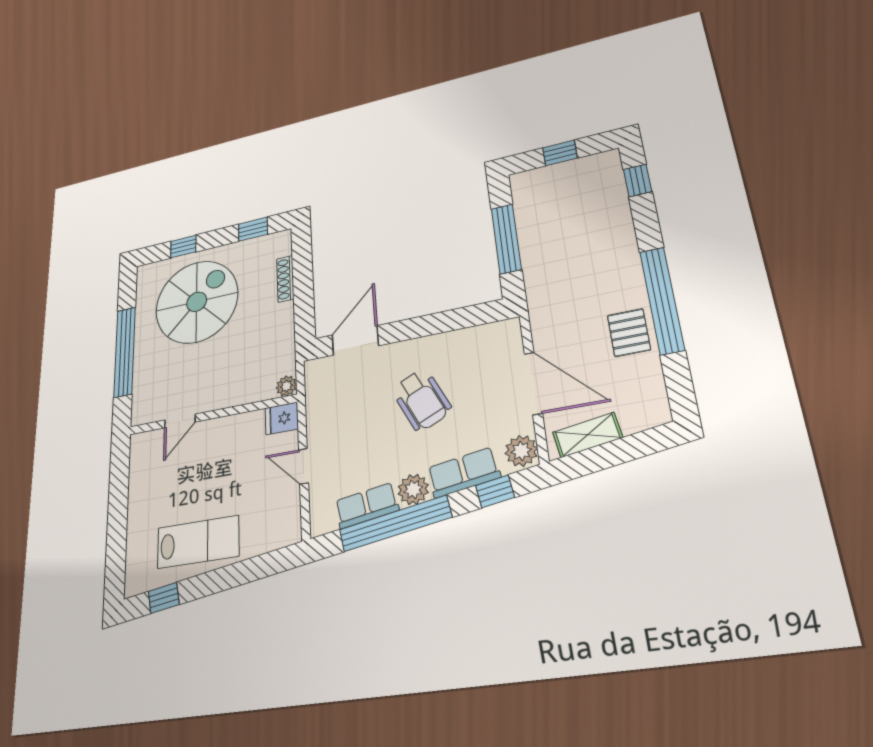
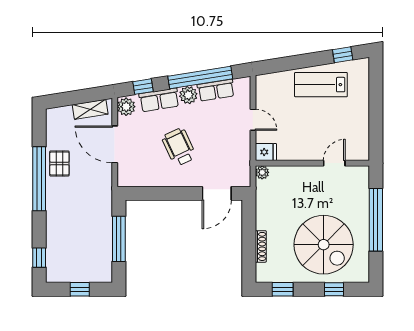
spiral stairs: (197, 302) -> (324, 245), turned -90

